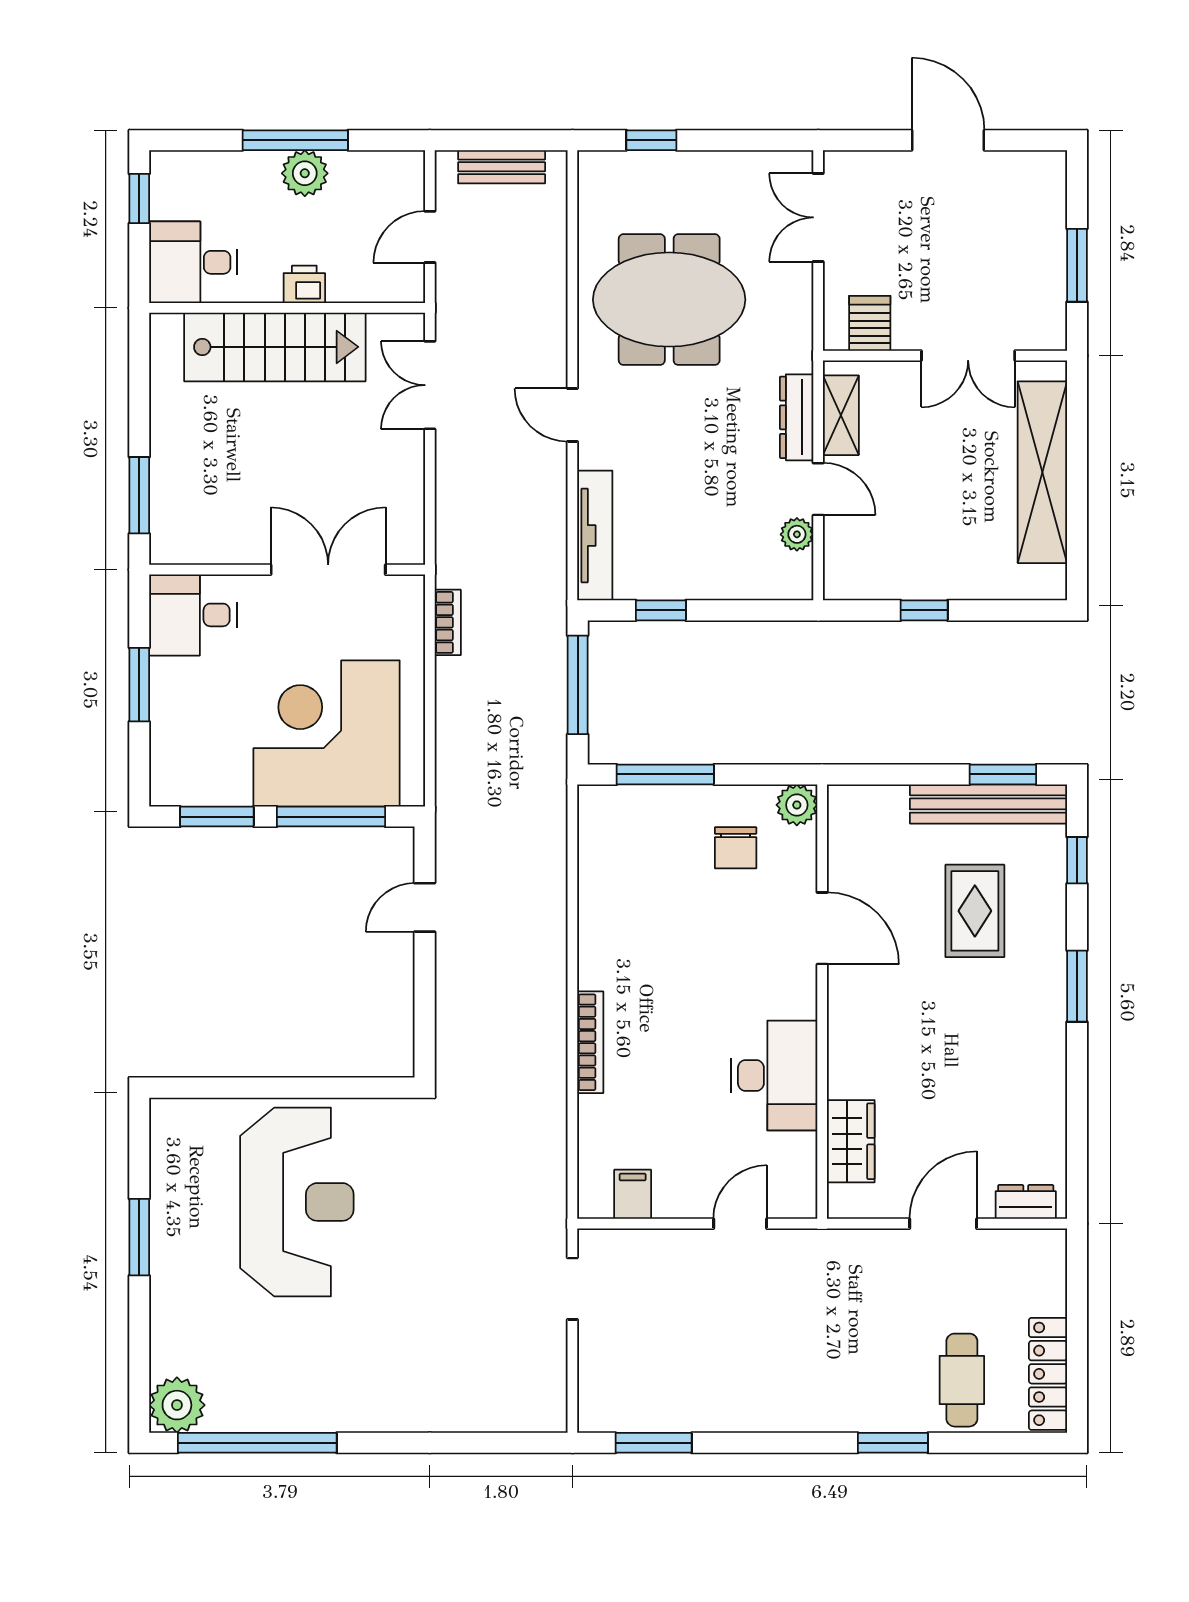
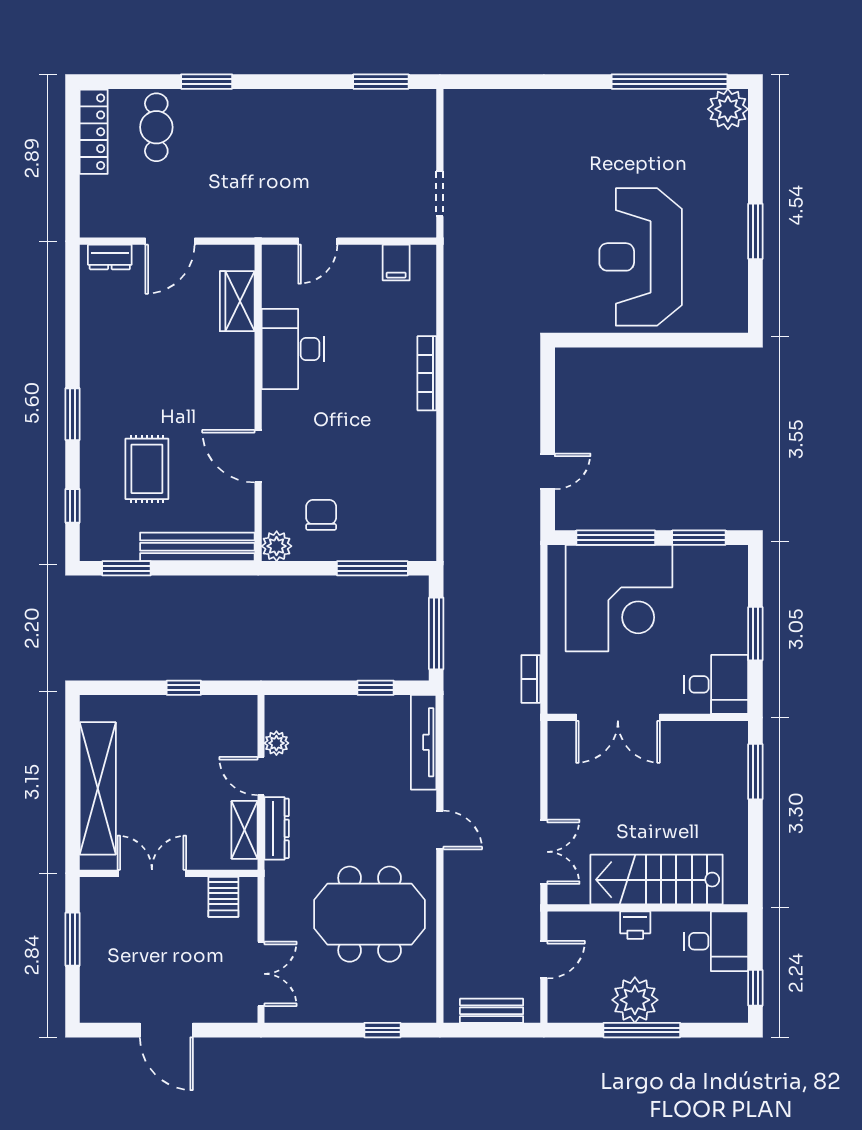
plant: (305, 173) -> (635, 1000), width x1.36, depth x1.36
bench: (988, 804) -> (197, 547), moved

